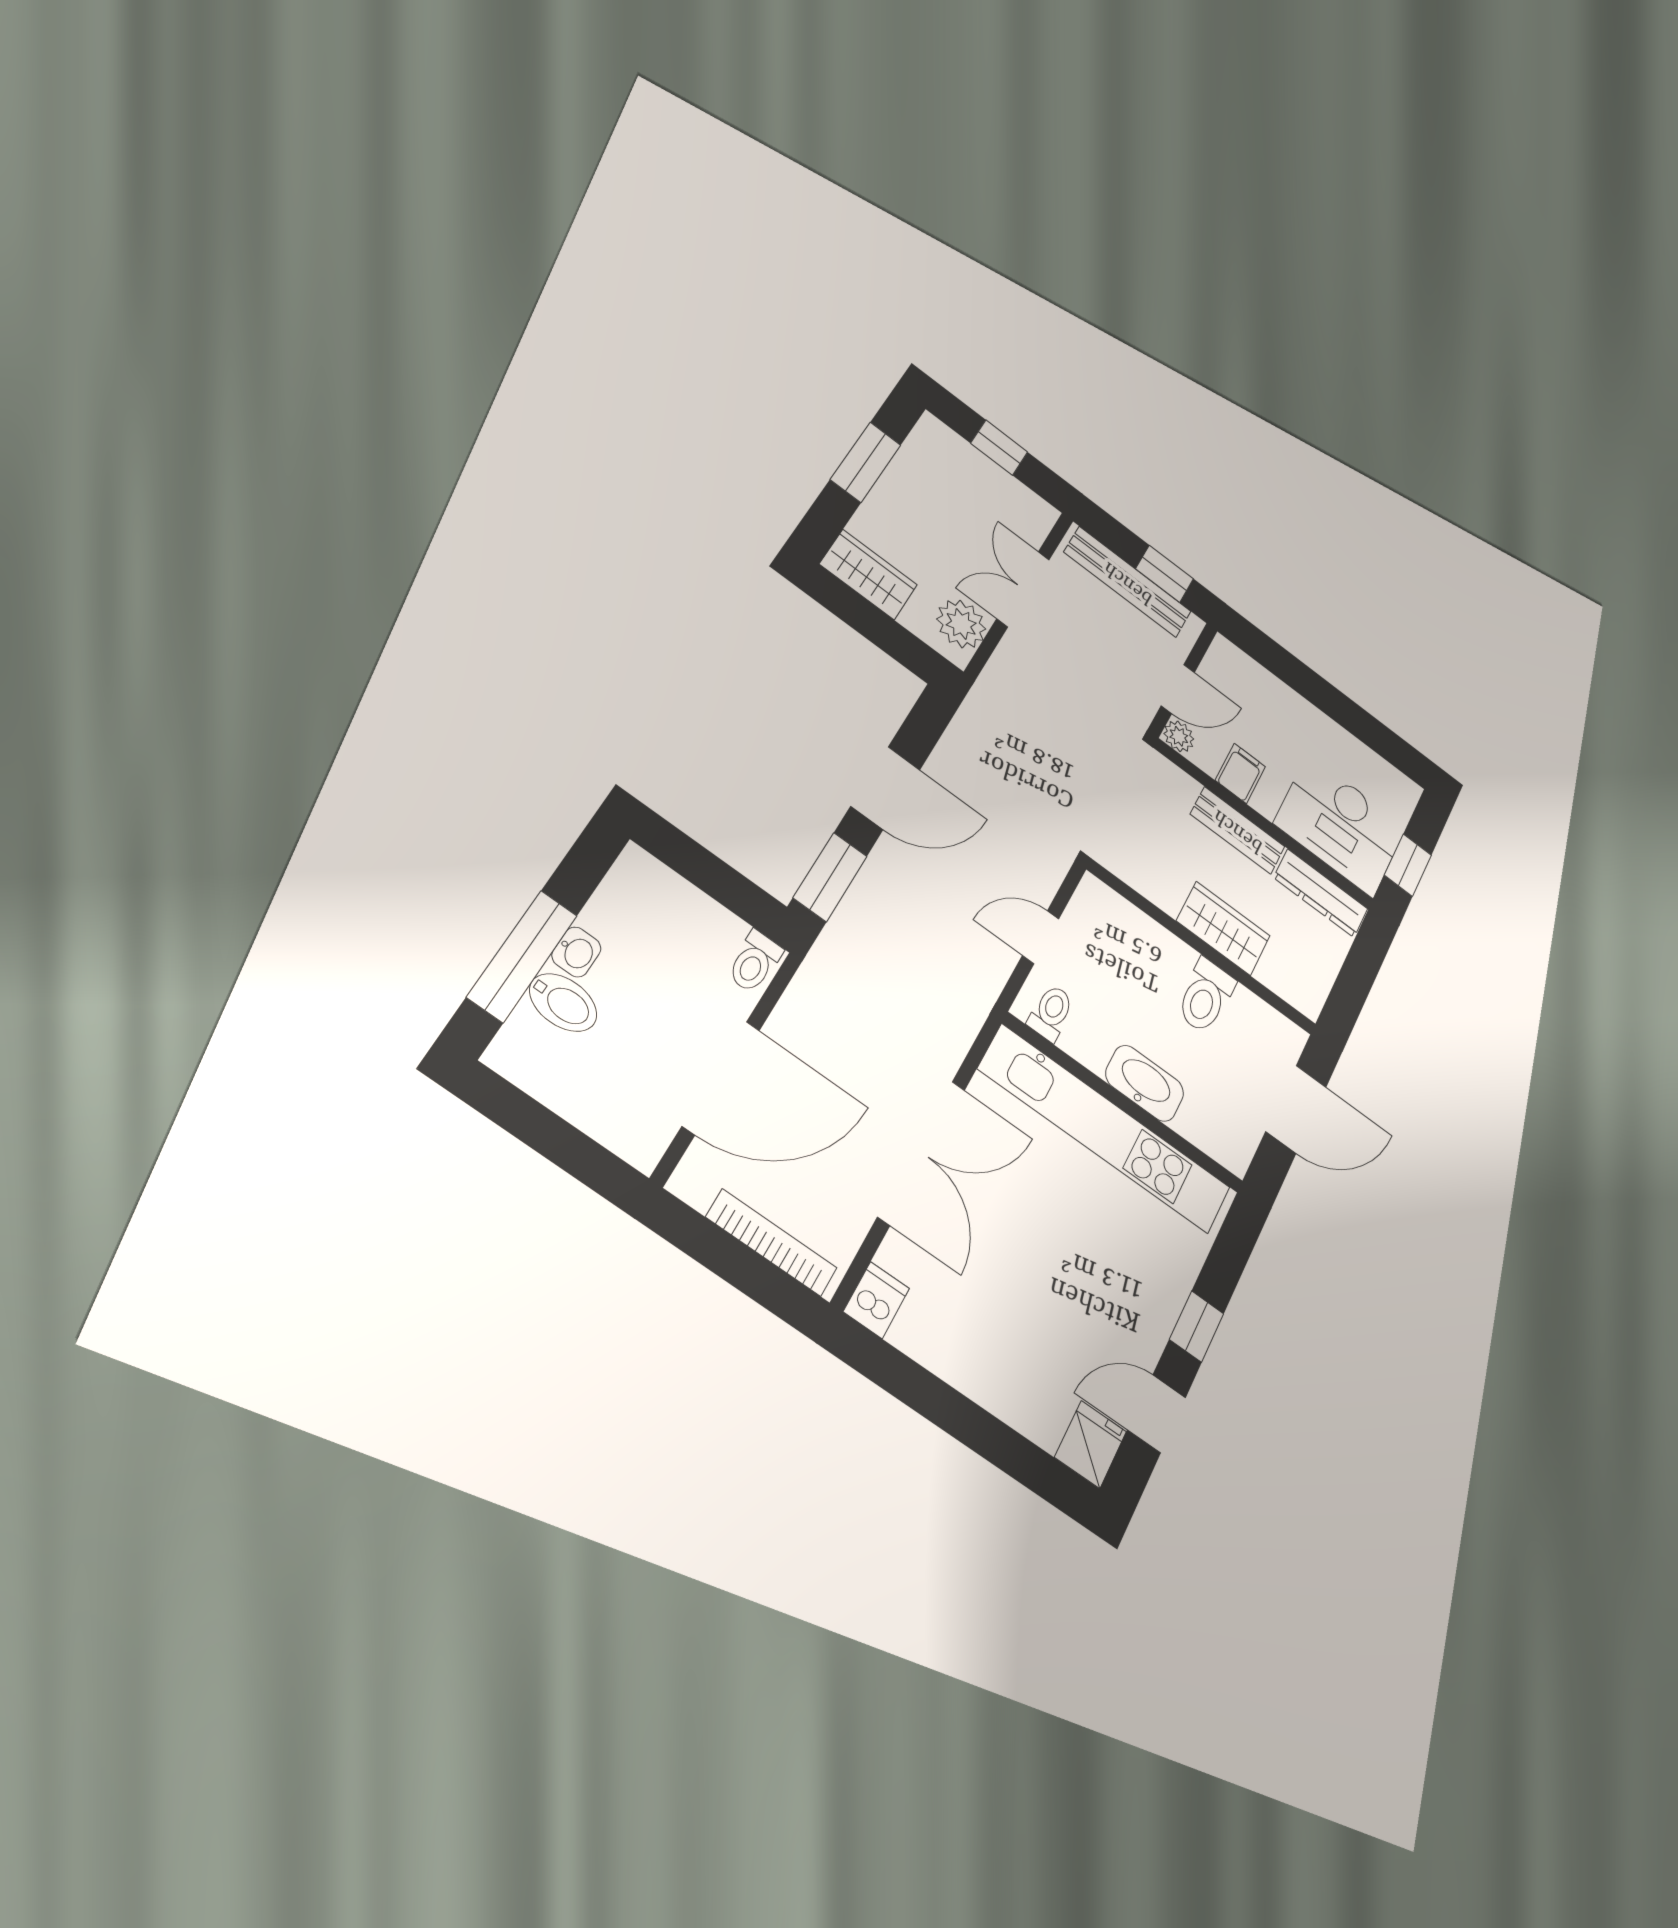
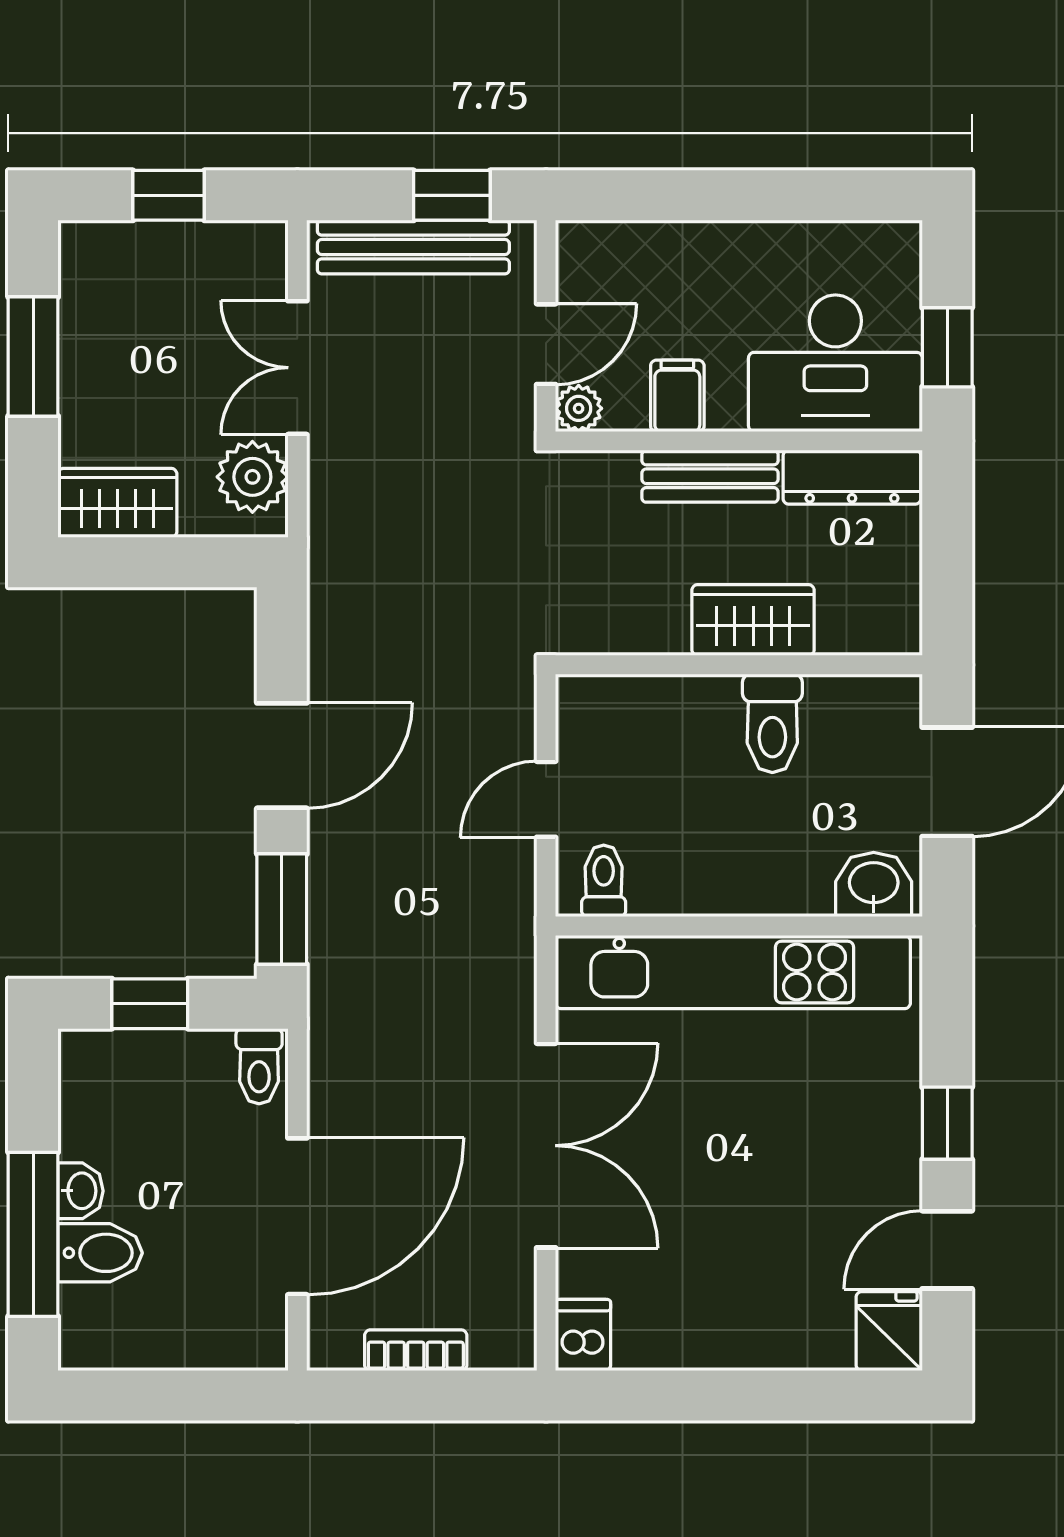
window: (704, 869) -> (150, 1004), added
washbasin: (1145, 1083) -> (874, 884), moved, width x0.72
bookcase: (772, 1243) -> (416, 1350), width x0.64

